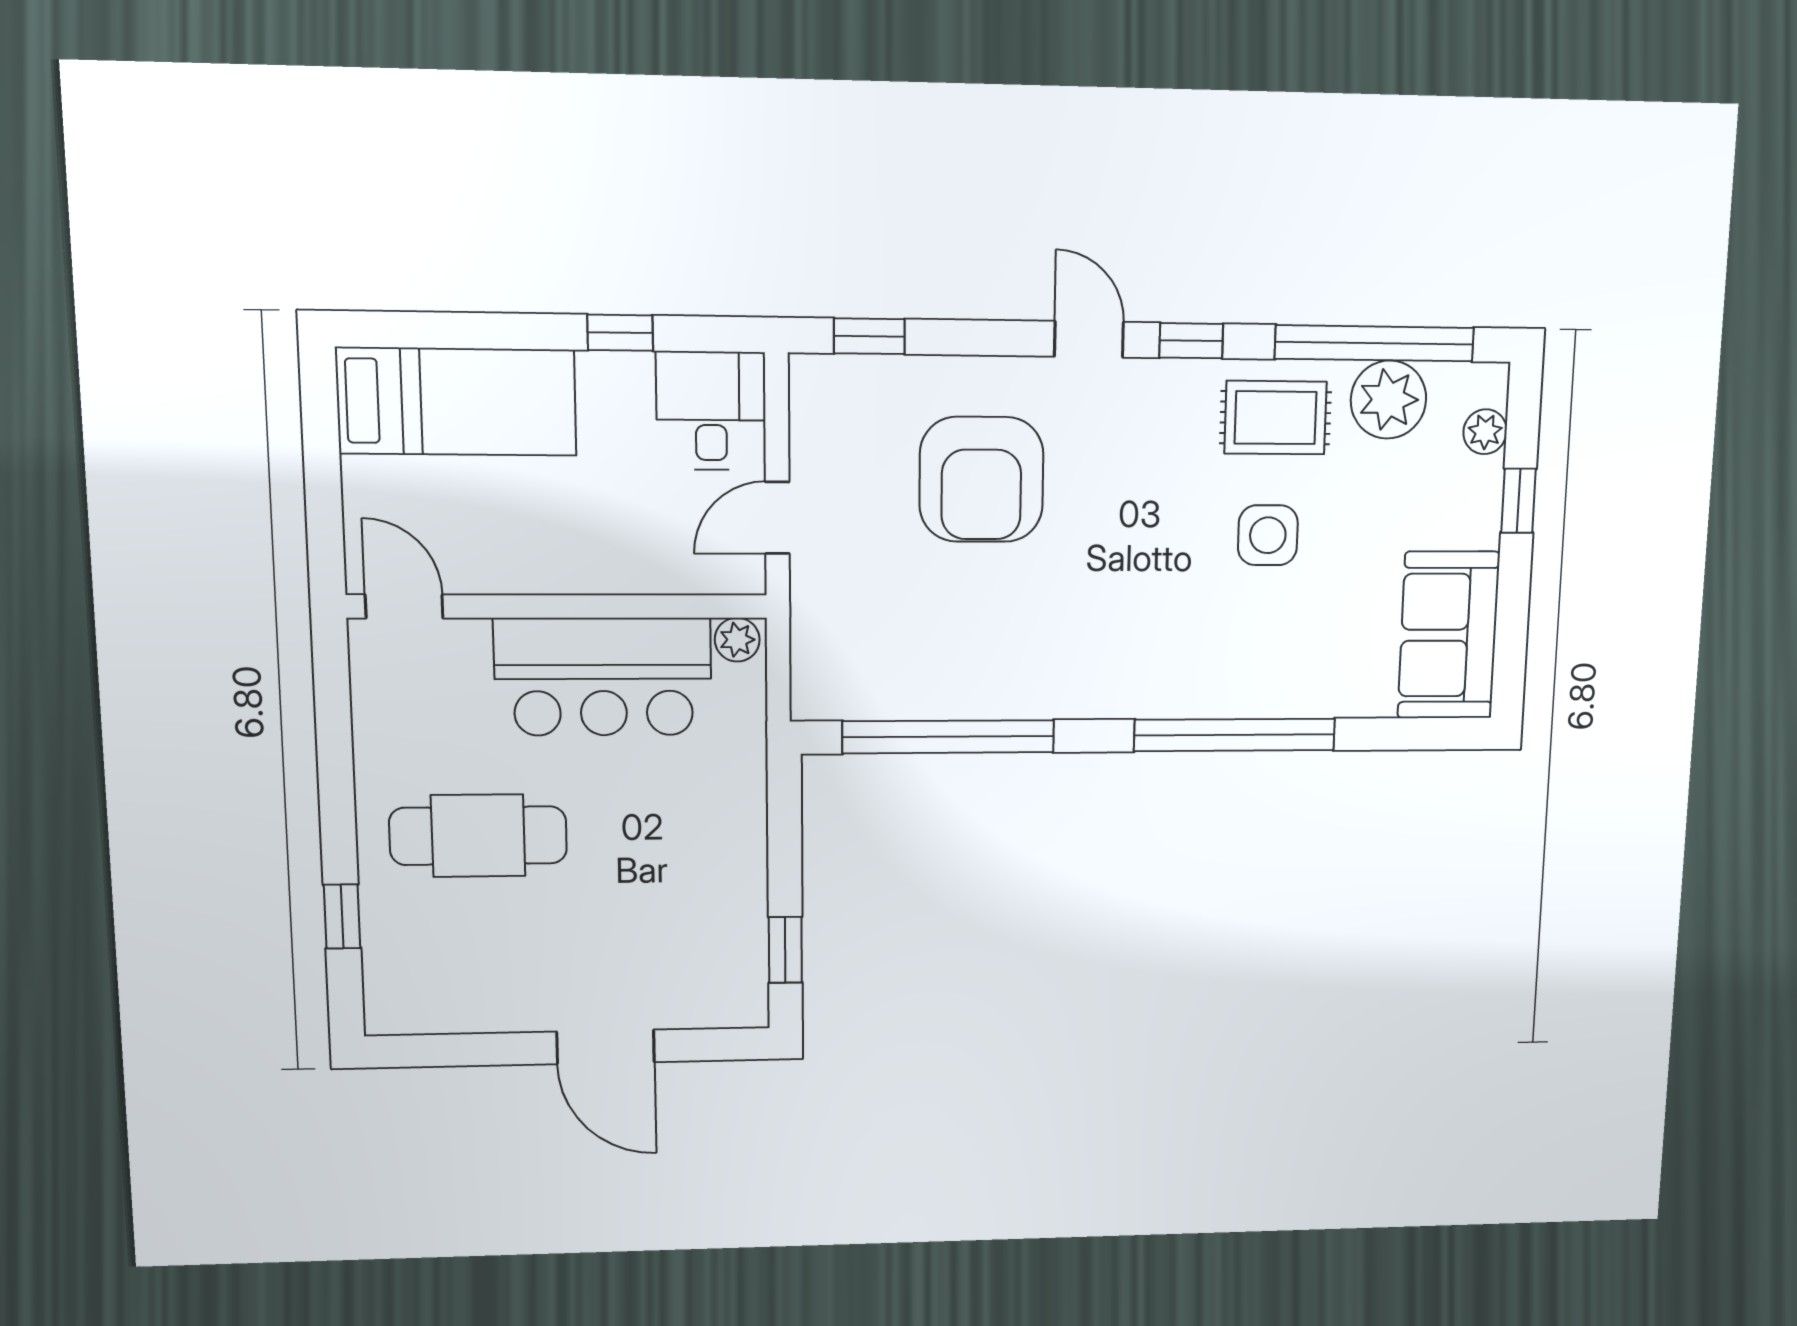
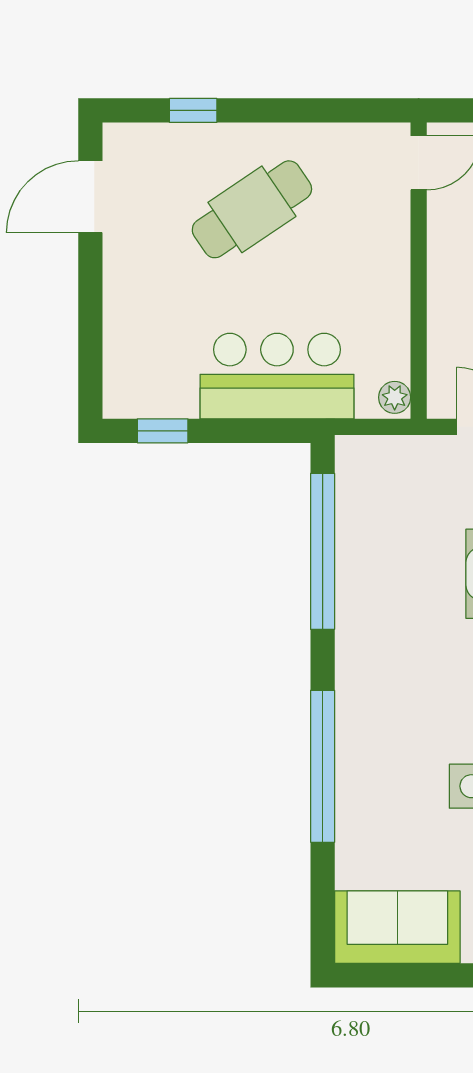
bar counter: (603, 677) -> (277, 376), moved, turned 90
cafe table: (478, 836) -> (252, 209), turned 56
door: (606, 1047) -> (90, 197), moved

